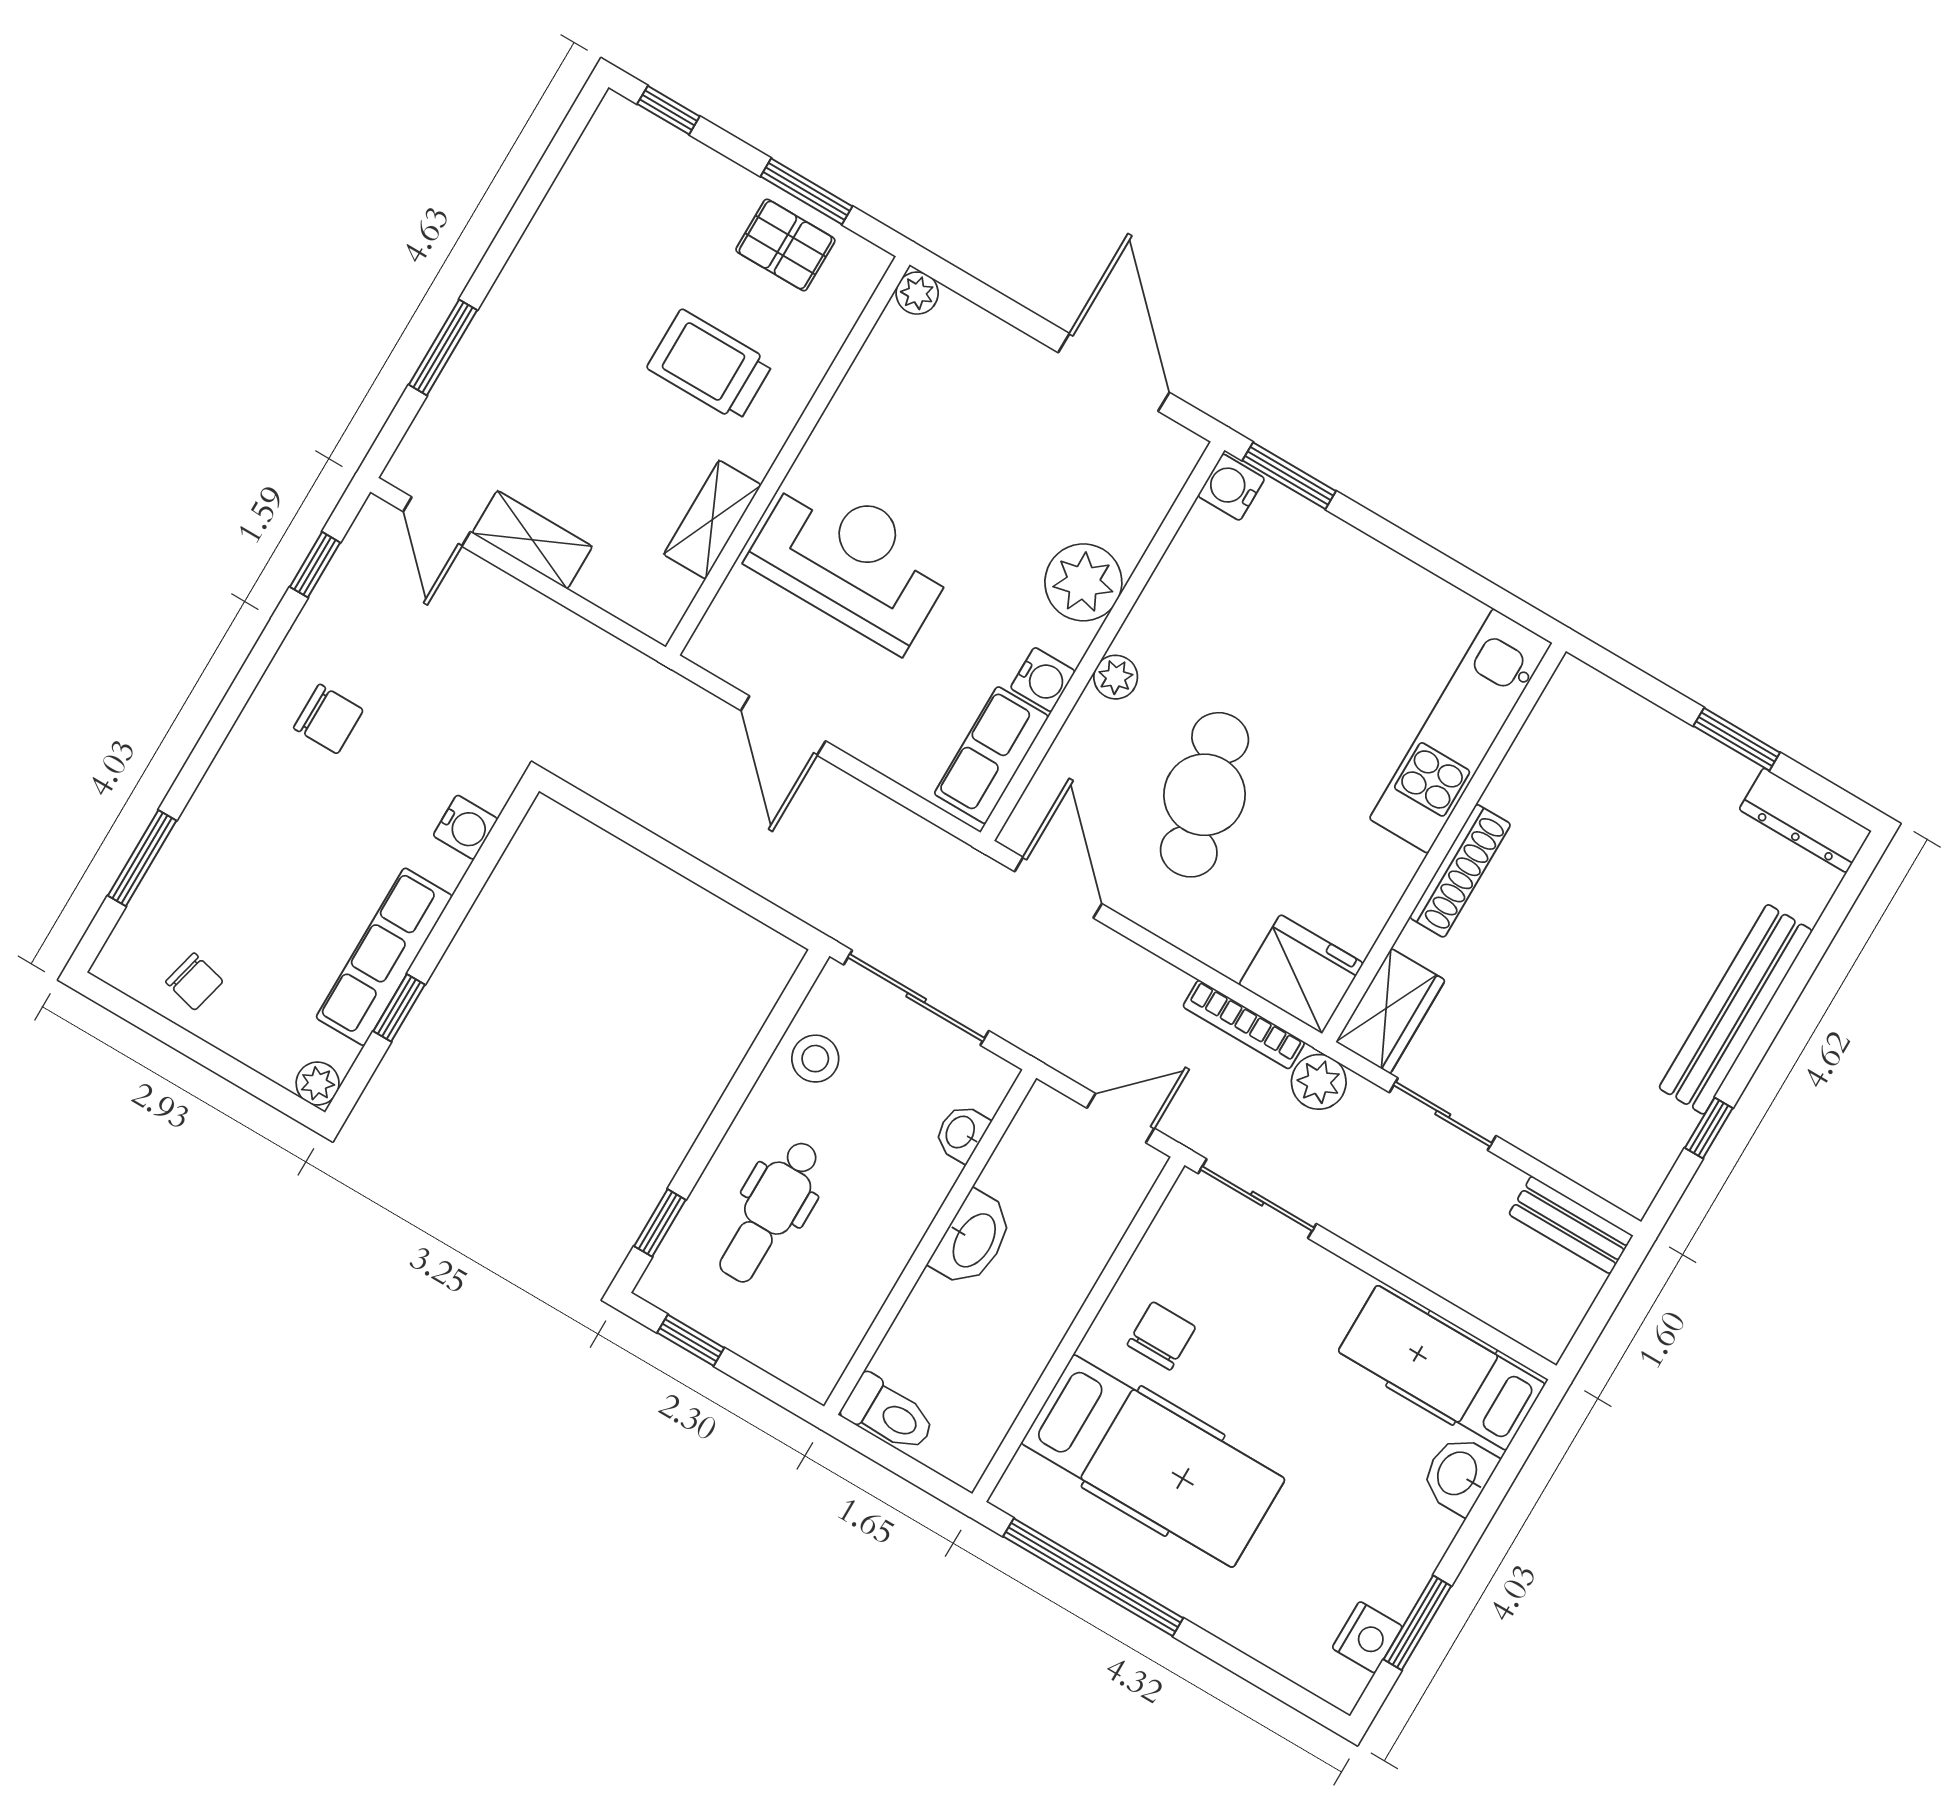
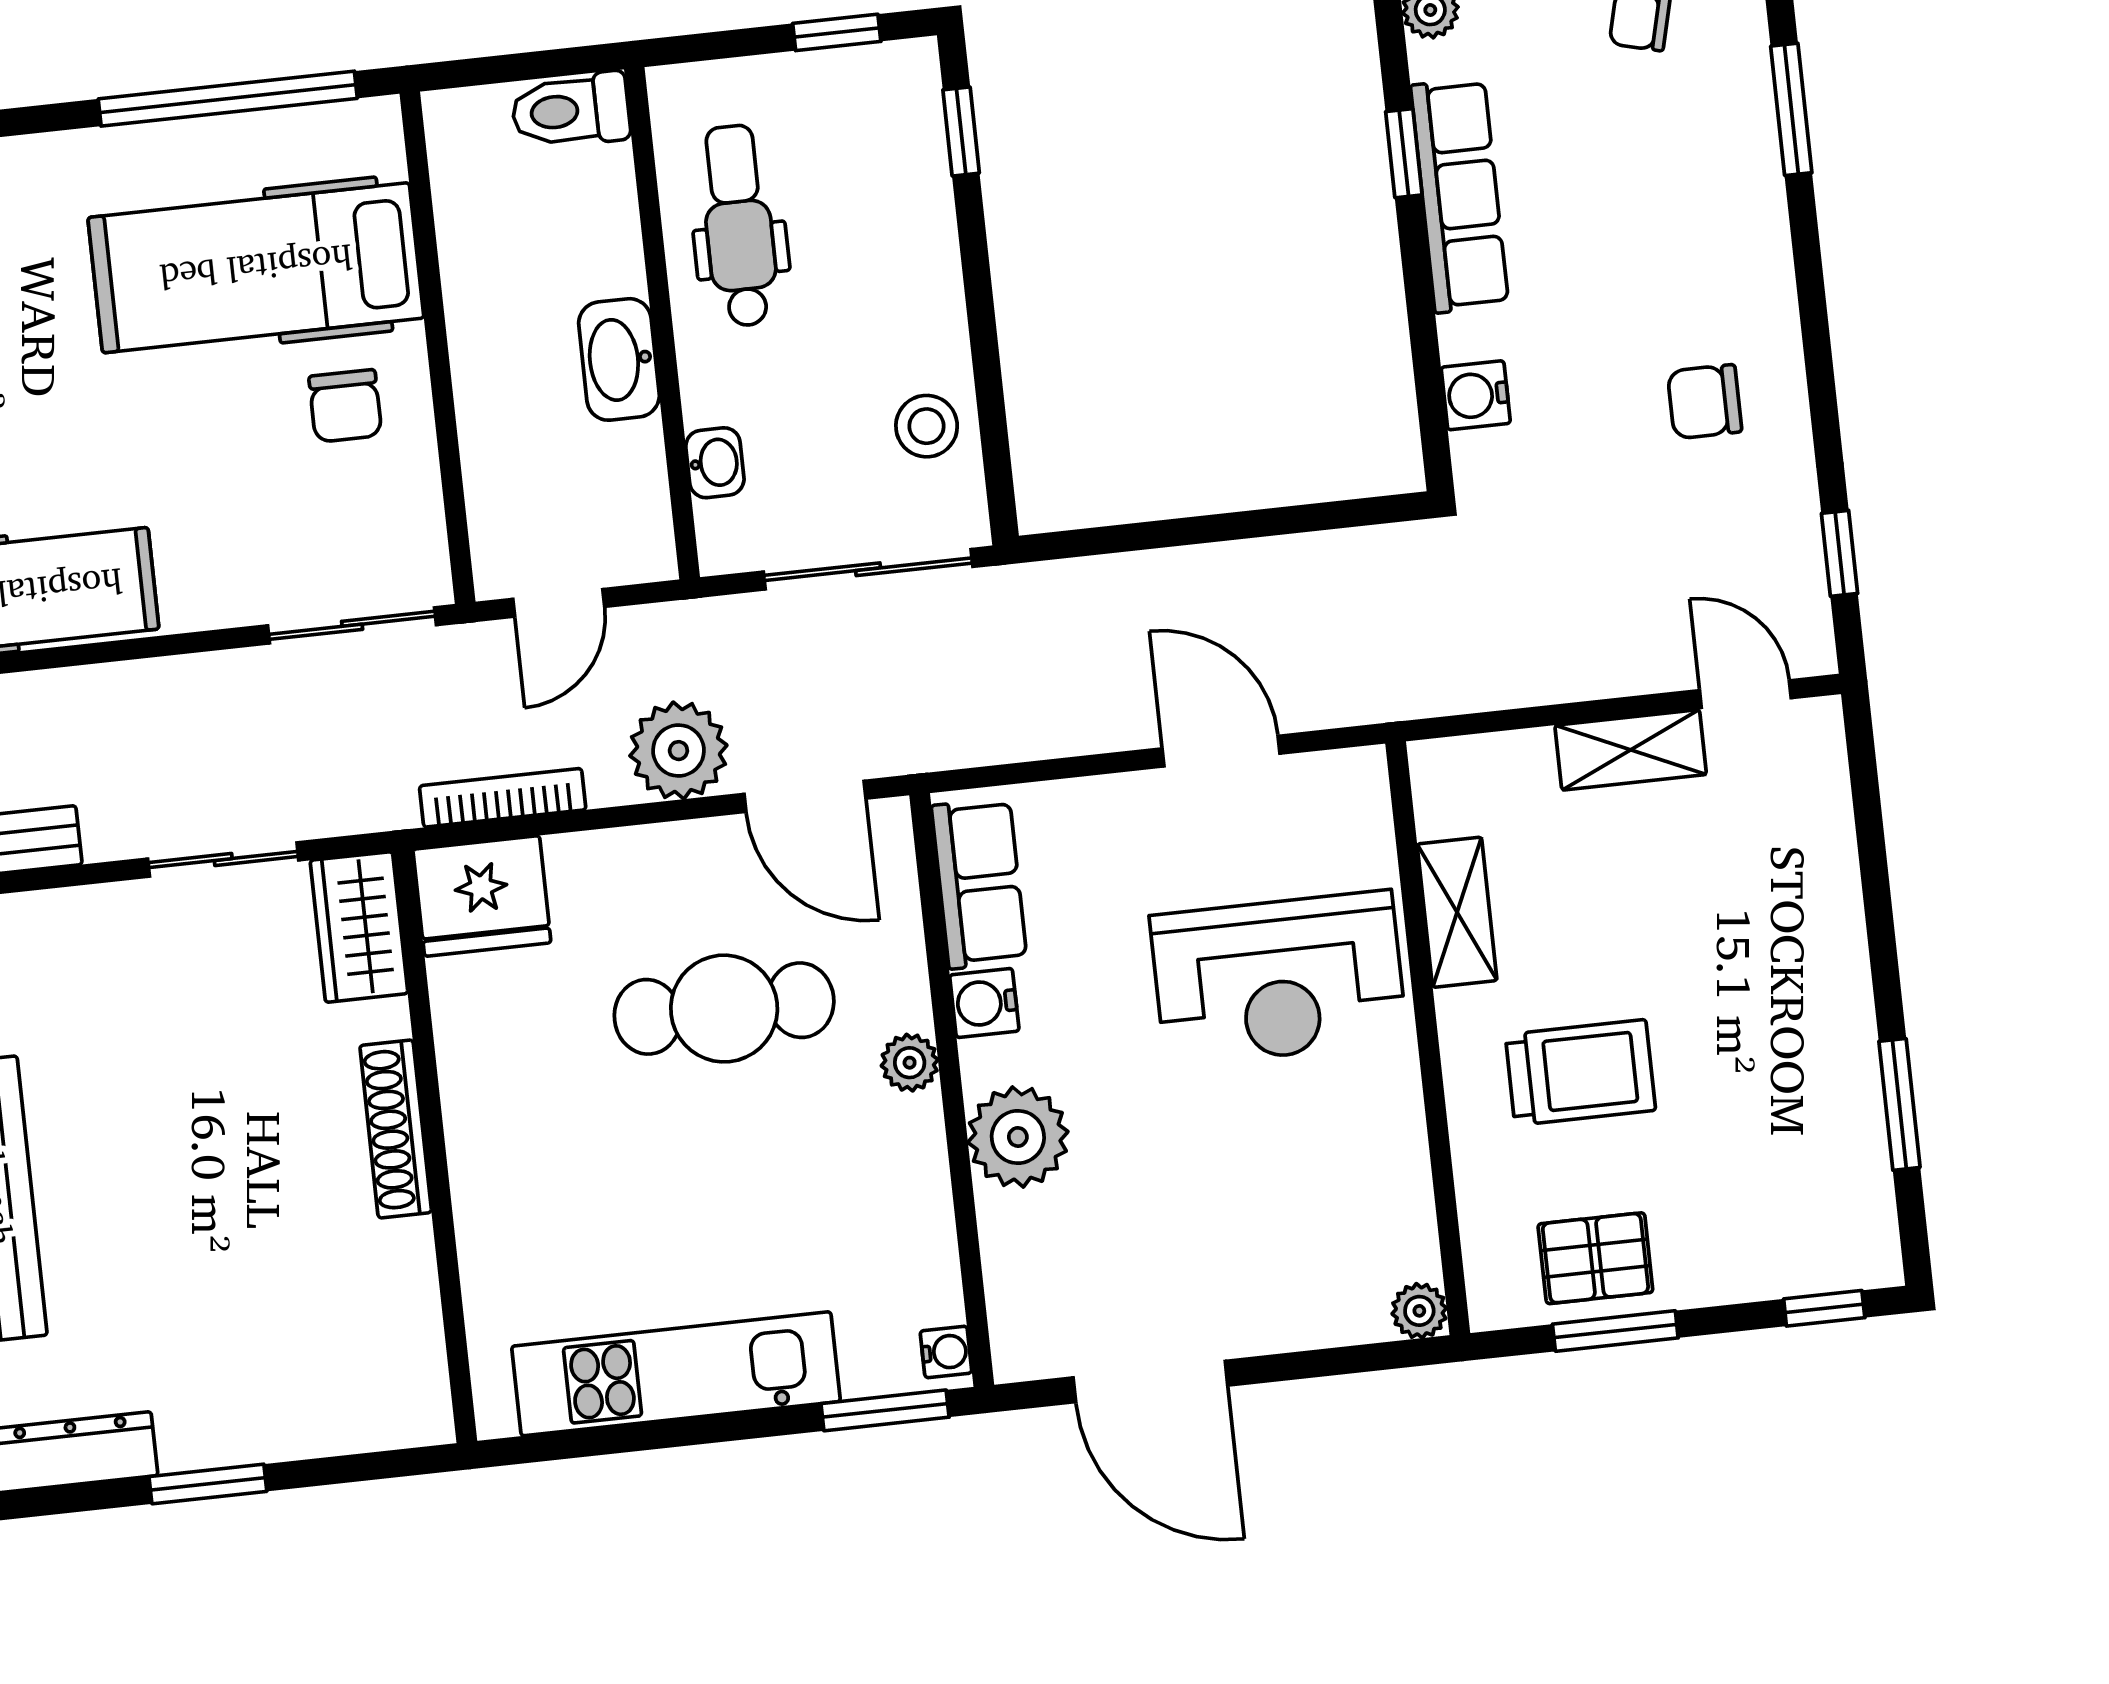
window: (443, 347) -> (1899, 1104), moved
water cooler: (1231, 487) -> (946, 1352), width x0.72, depth x0.72
kitchen unit: (1461, 731) -> (676, 1374), moved, turned -90
cafe table: (1204, 795) -> (724, 1009), turned -75
plant: (1319, 1082) -> (678, 751), moved, width x1.36, depth x1.36
dental chair: (770, 1211) -> (739, 226), moved

